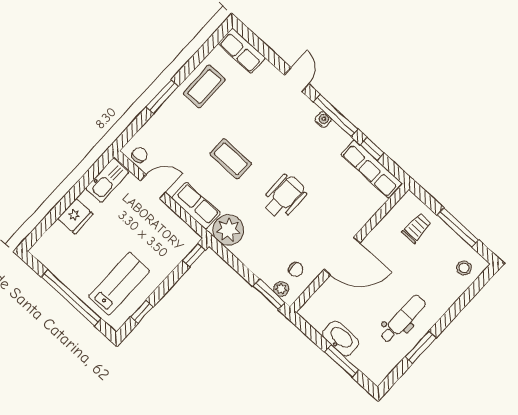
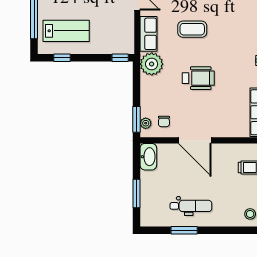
coffee table: (231, 159) -> (192, 29), turned 90
washbasin: (340, 338) -> (148, 157), moved

